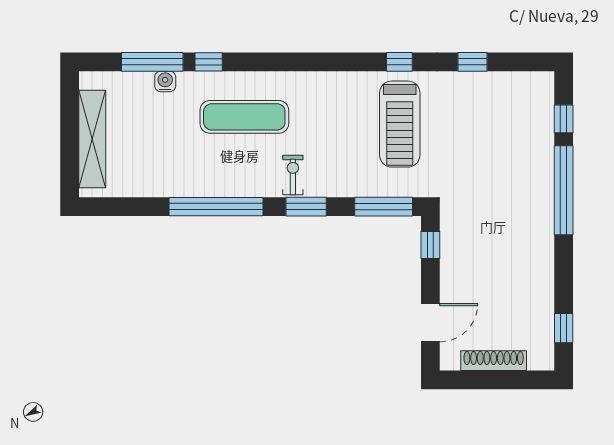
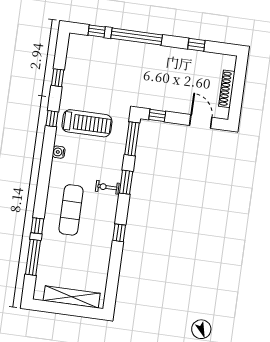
water cooler: (165, 81) -> (59, 152), moved
window: (216, 207) -> (119, 233), width x0.32
window: (564, 328) -> (196, 45), moved

